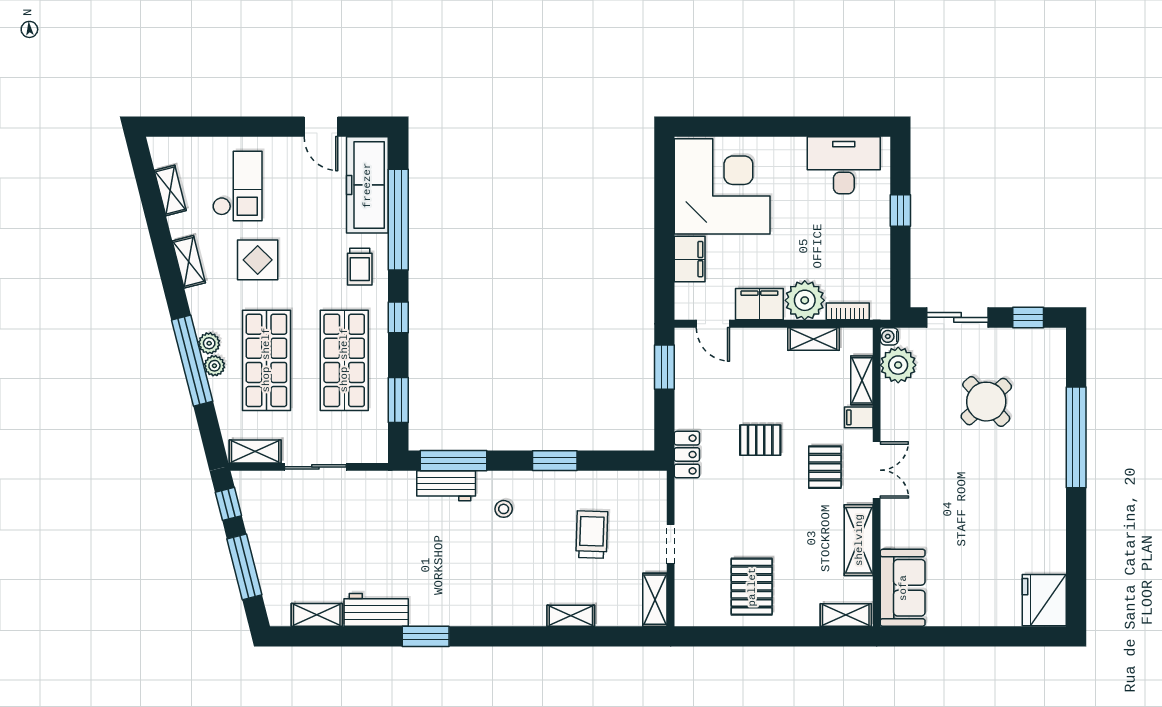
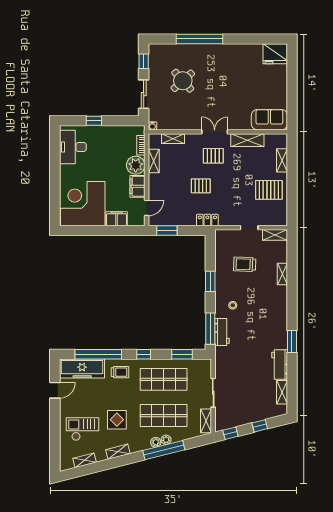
plant: (898, 365) -> (166, 122), removed
filing cabinet: (859, 417) -> (190, 140), removed
pallet: (760, 440) -> (201, 186), turned 90
window: (244, 567) -> (260, 426), width x0.46
shelving: (846, 615) -> (282, 160), moved

